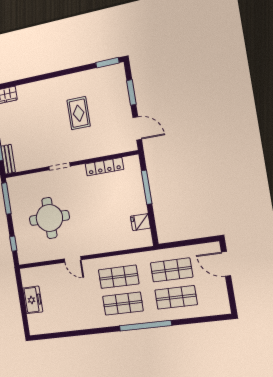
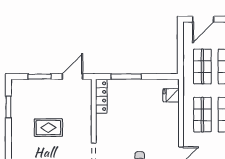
window: (107, 63) -> (8, 107), moved
locker: (104, 167) -> (101, 96), moved
fridge: (140, 222) -> (171, 95), moved, turned 90

